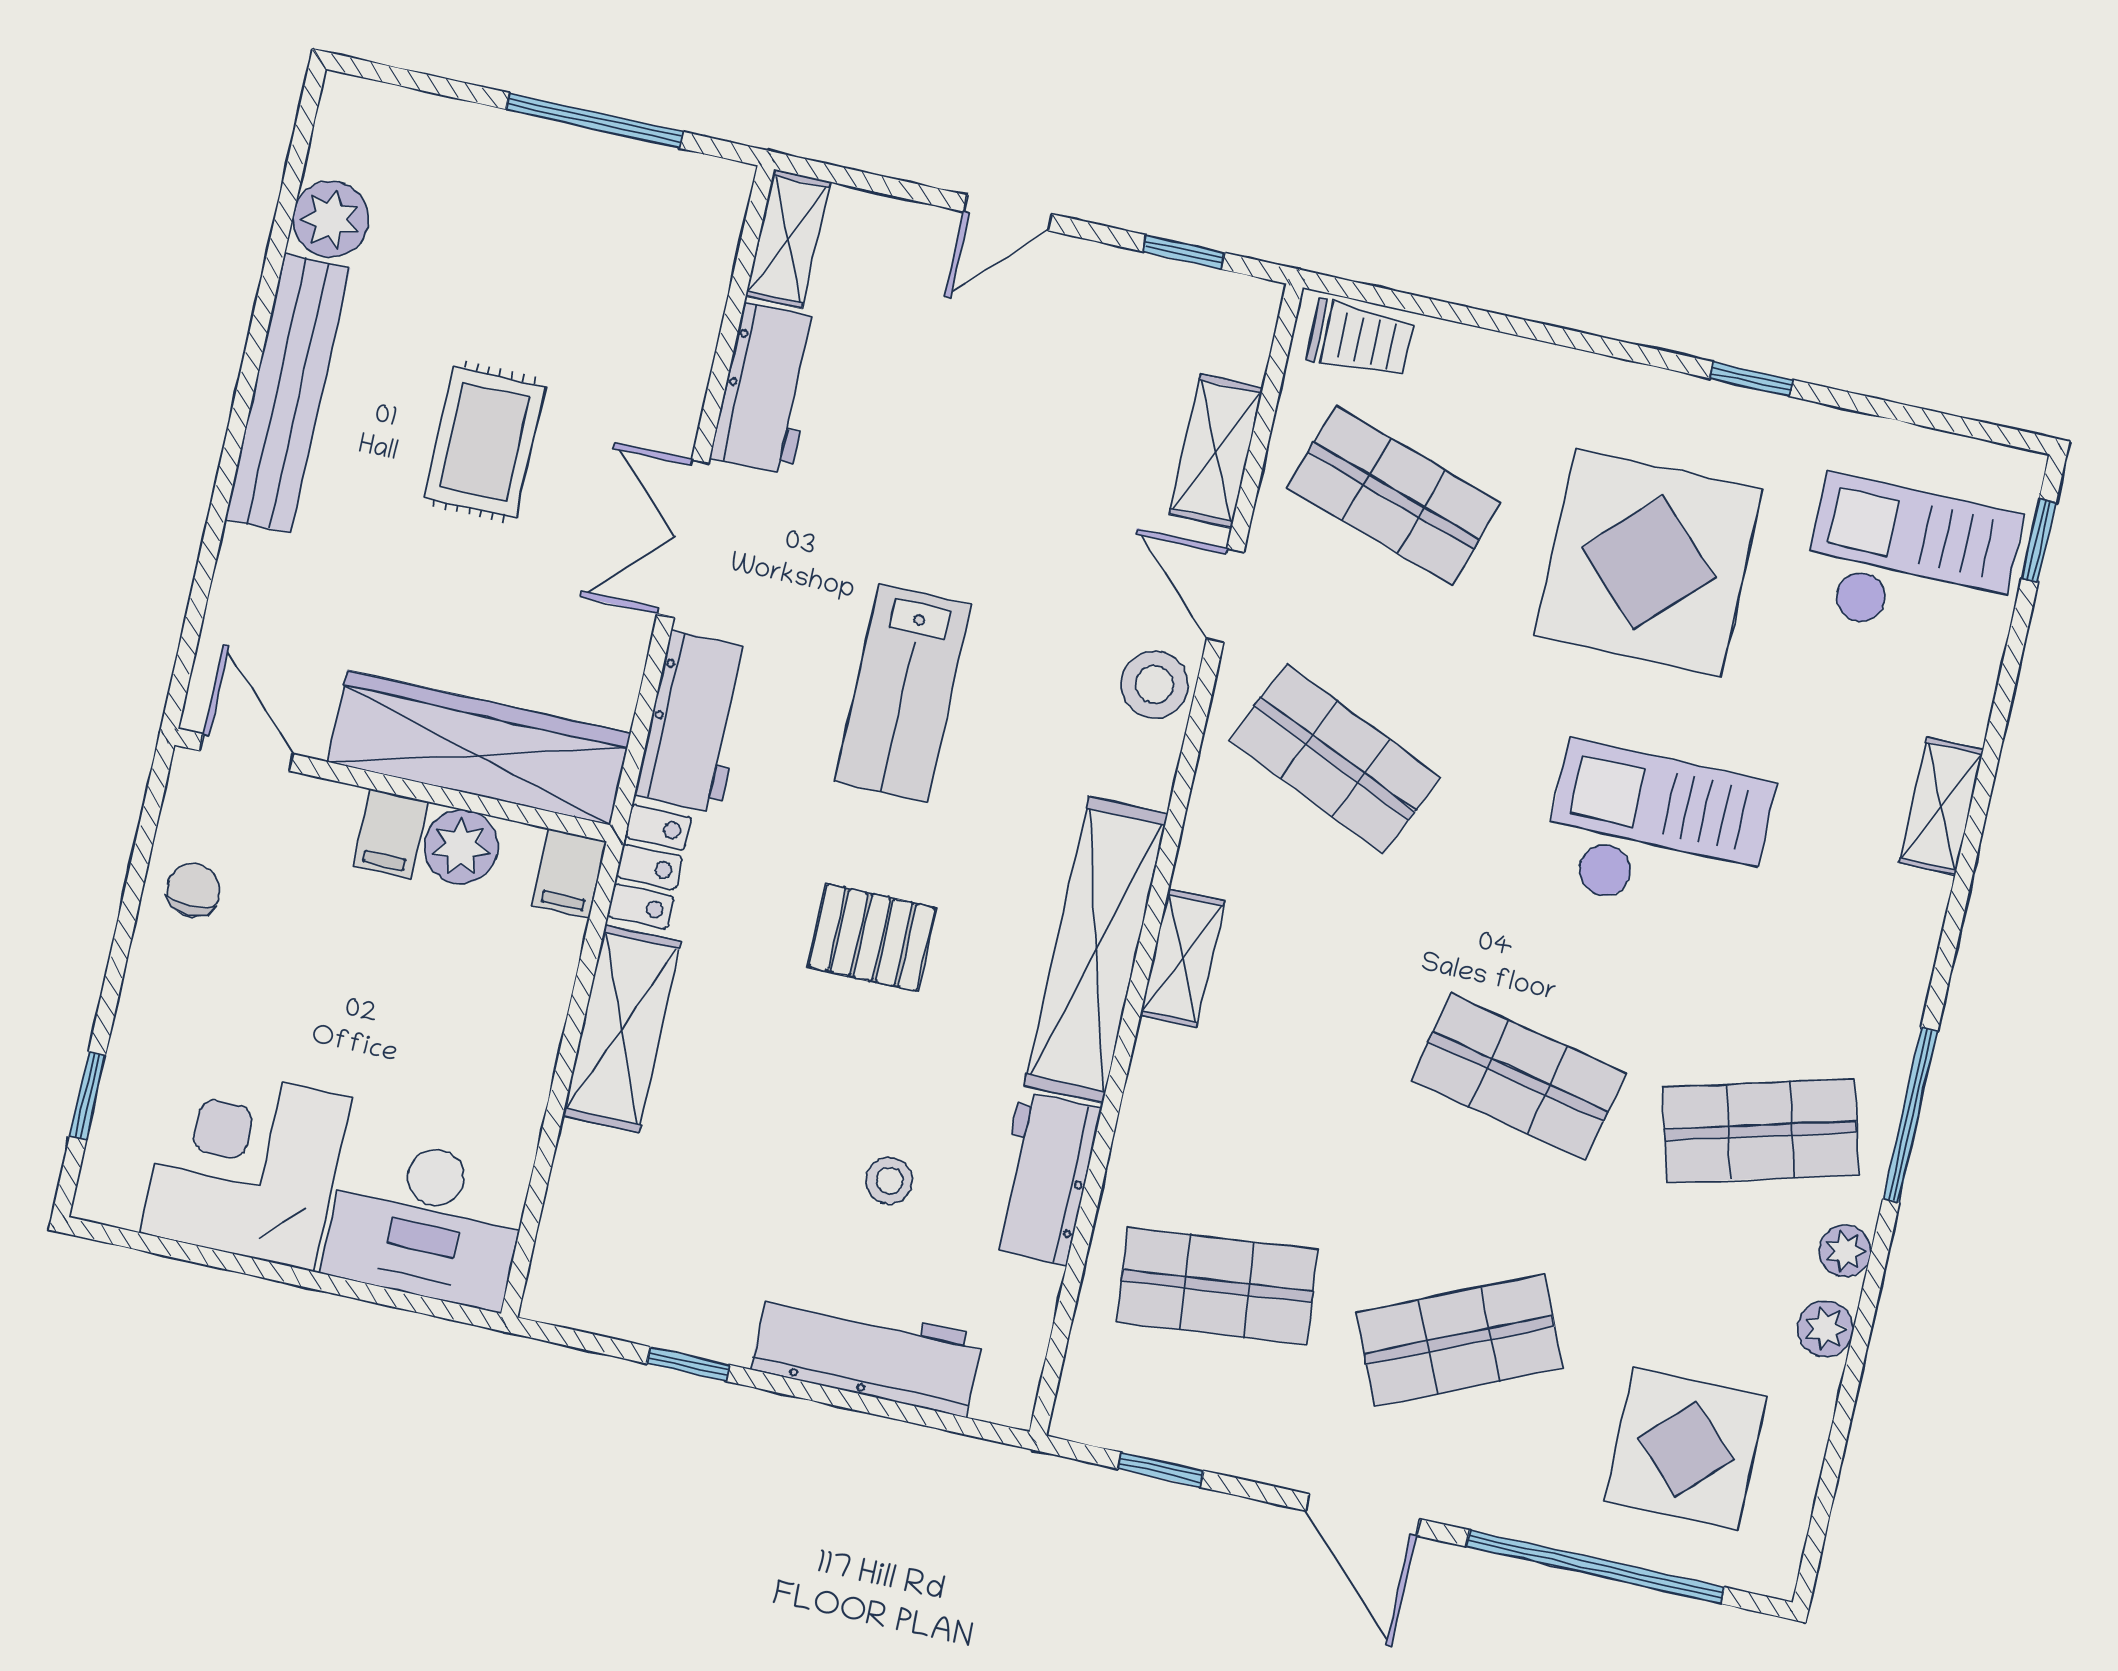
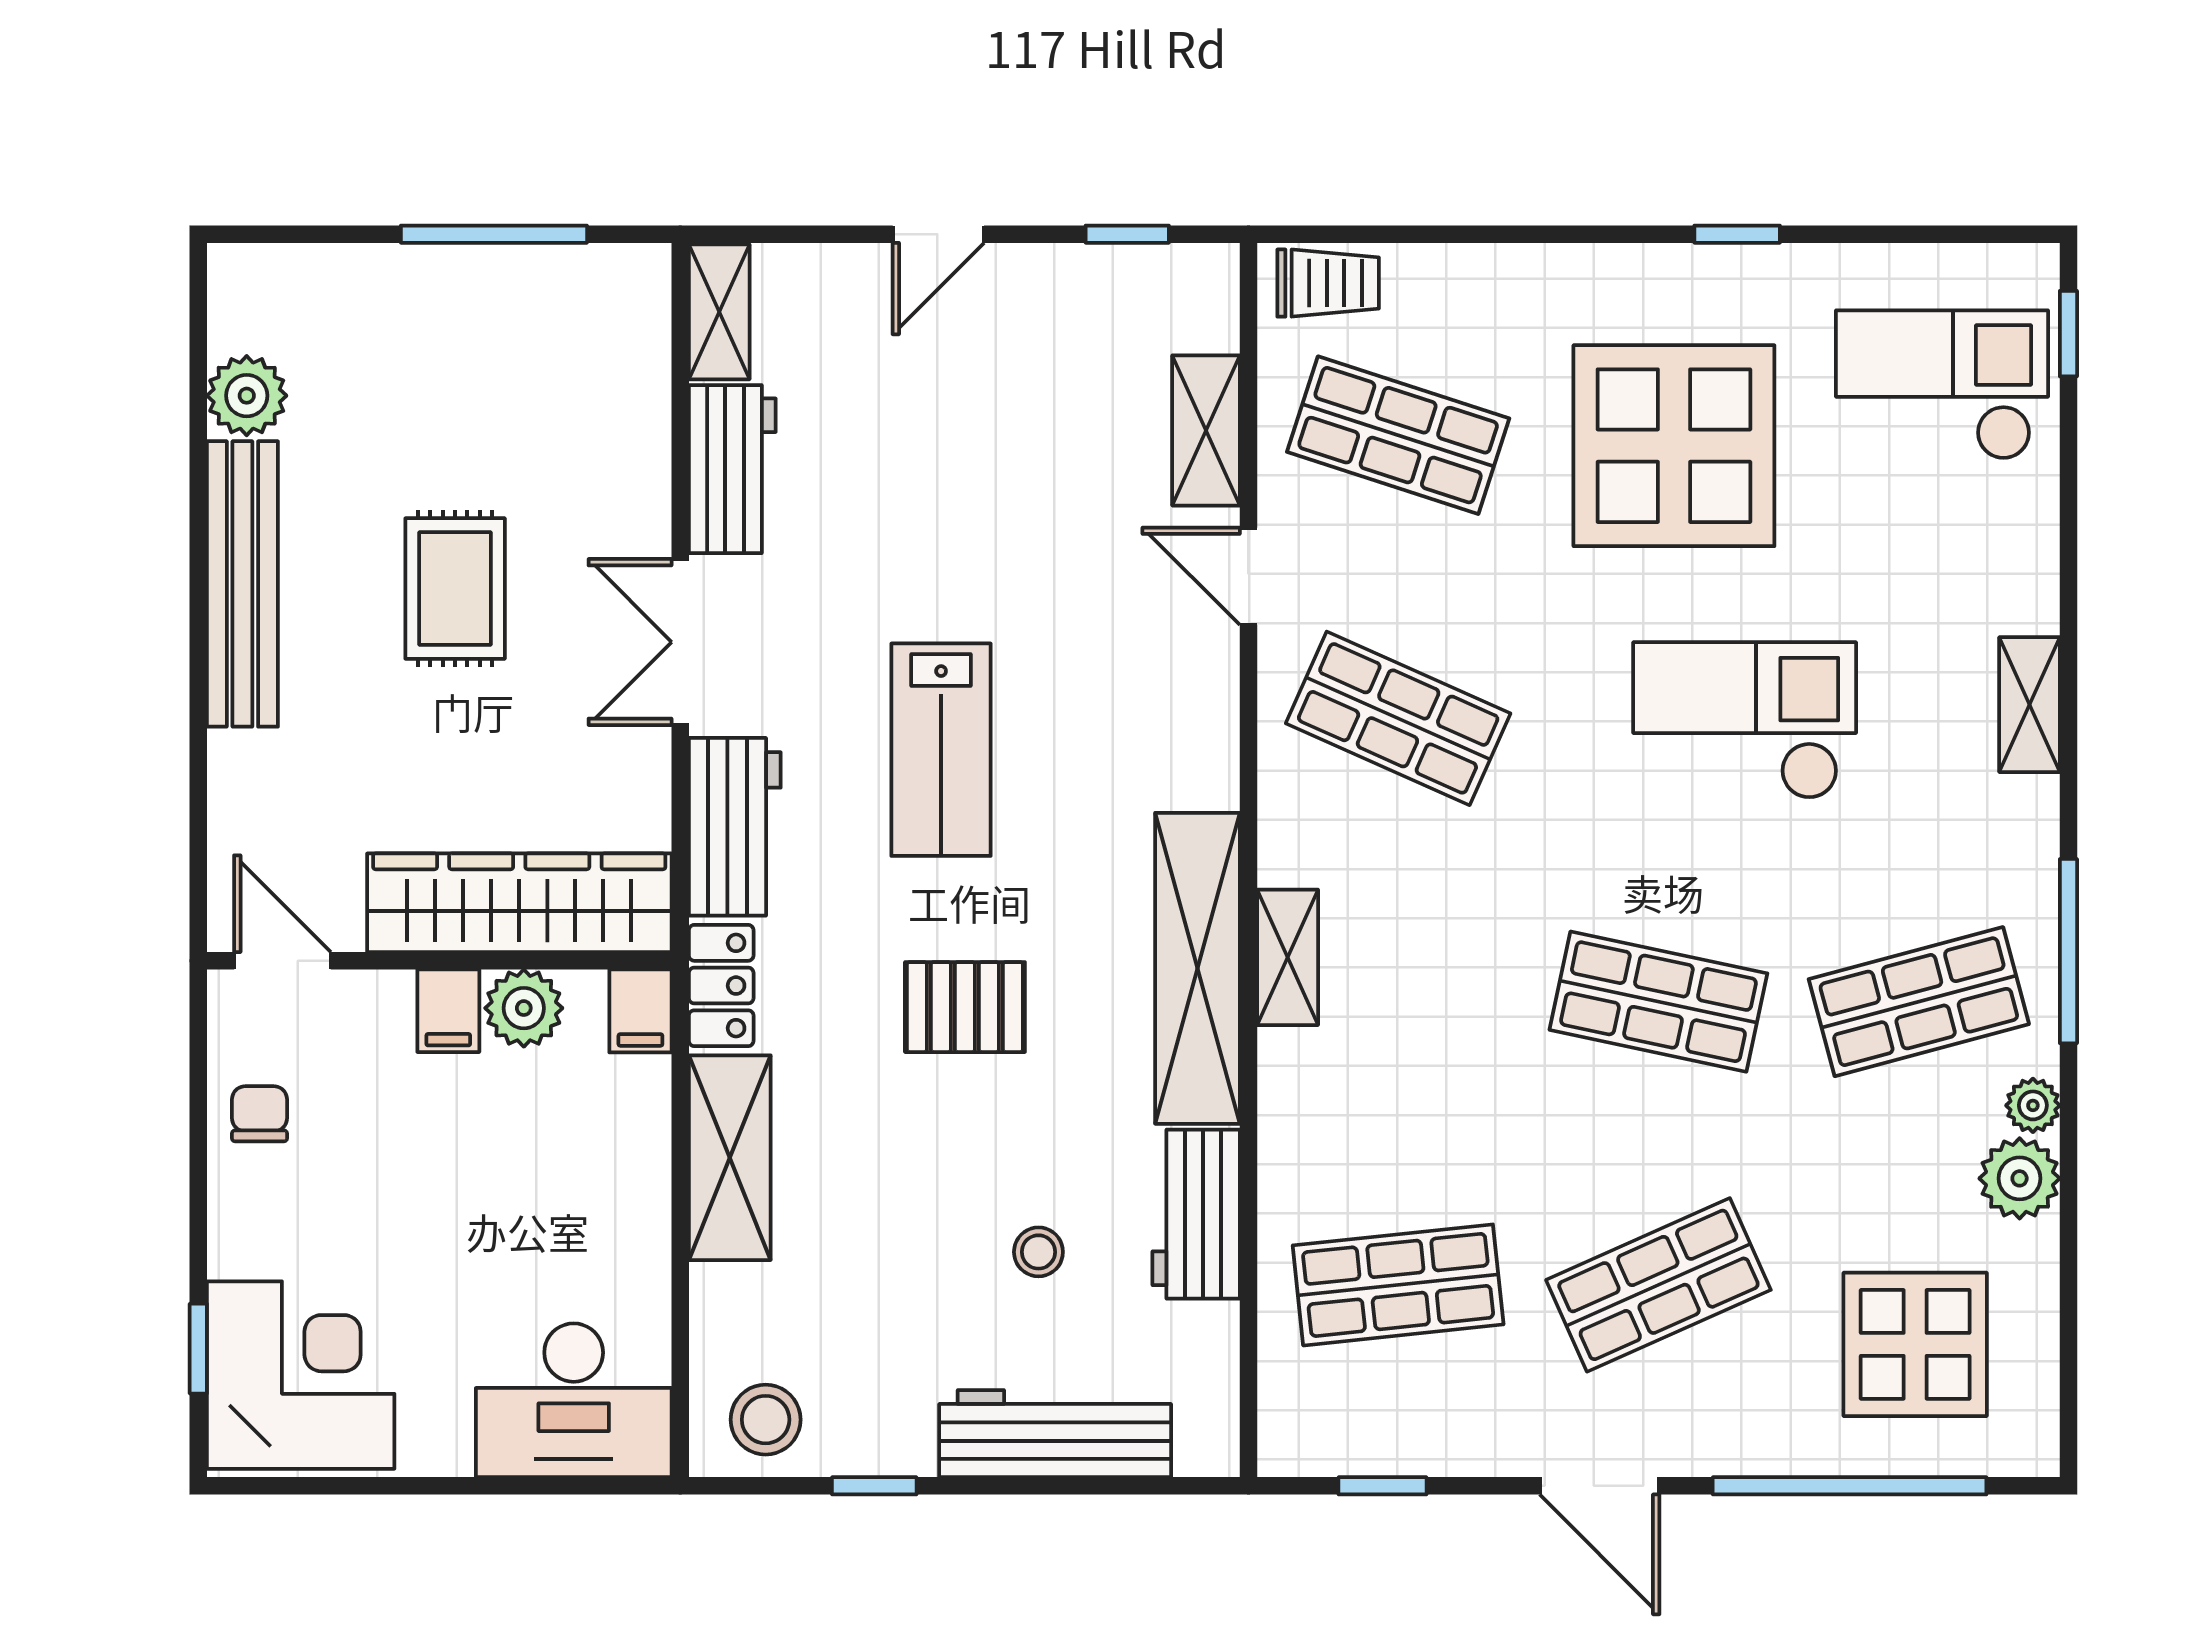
stool: (1154, 685) -> (766, 1420), moved
shelving: (1941, 806) -> (2029, 705), moved
corner desk: (246, 1165) -> (301, 1375), moved, turned 90
plant: (1825, 1329) -> (2020, 1178), width x1.38, depth x1.38

